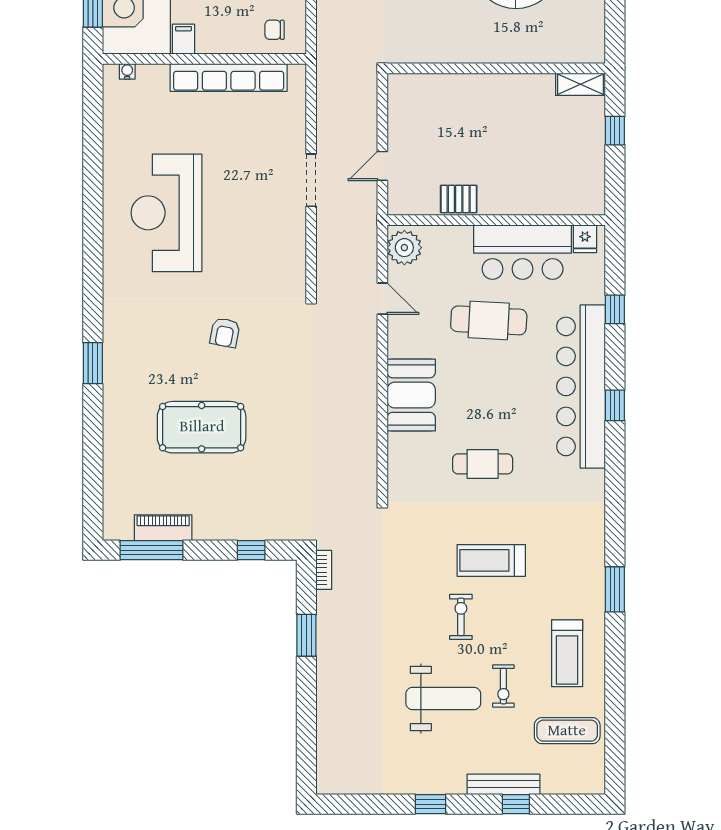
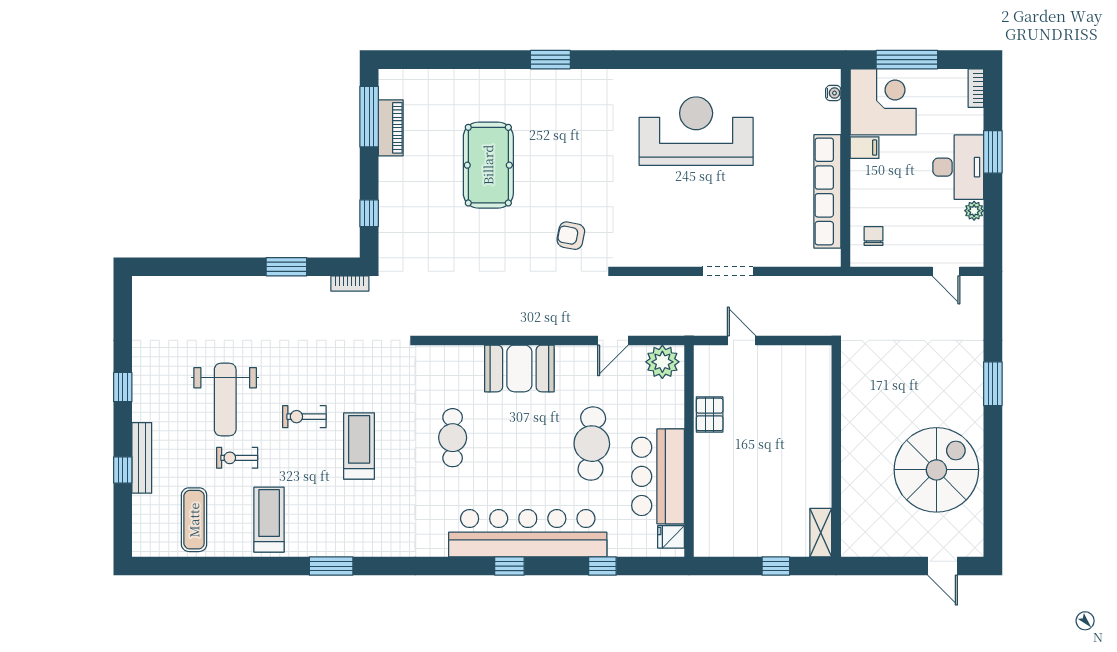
armchair: (225, 333) -> (571, 236), moved
exercise bike: (461, 617) -> (304, 417), turned 180
treadmill: (567, 653) -> (269, 520), turned 90

